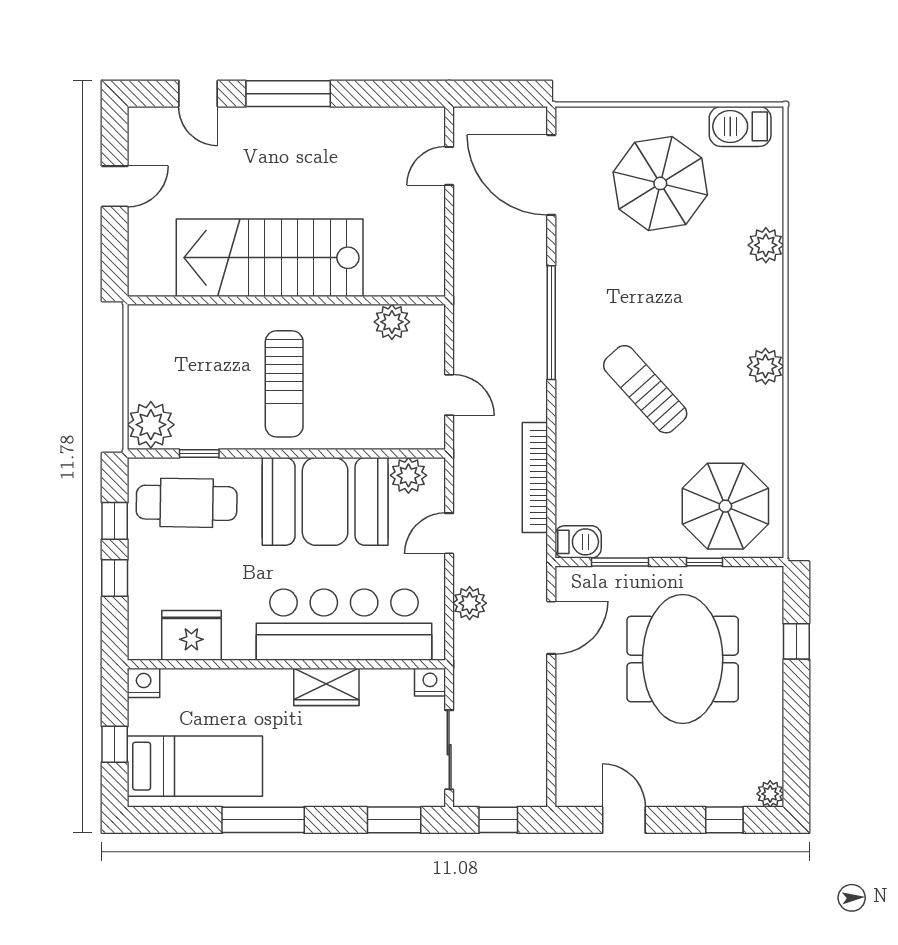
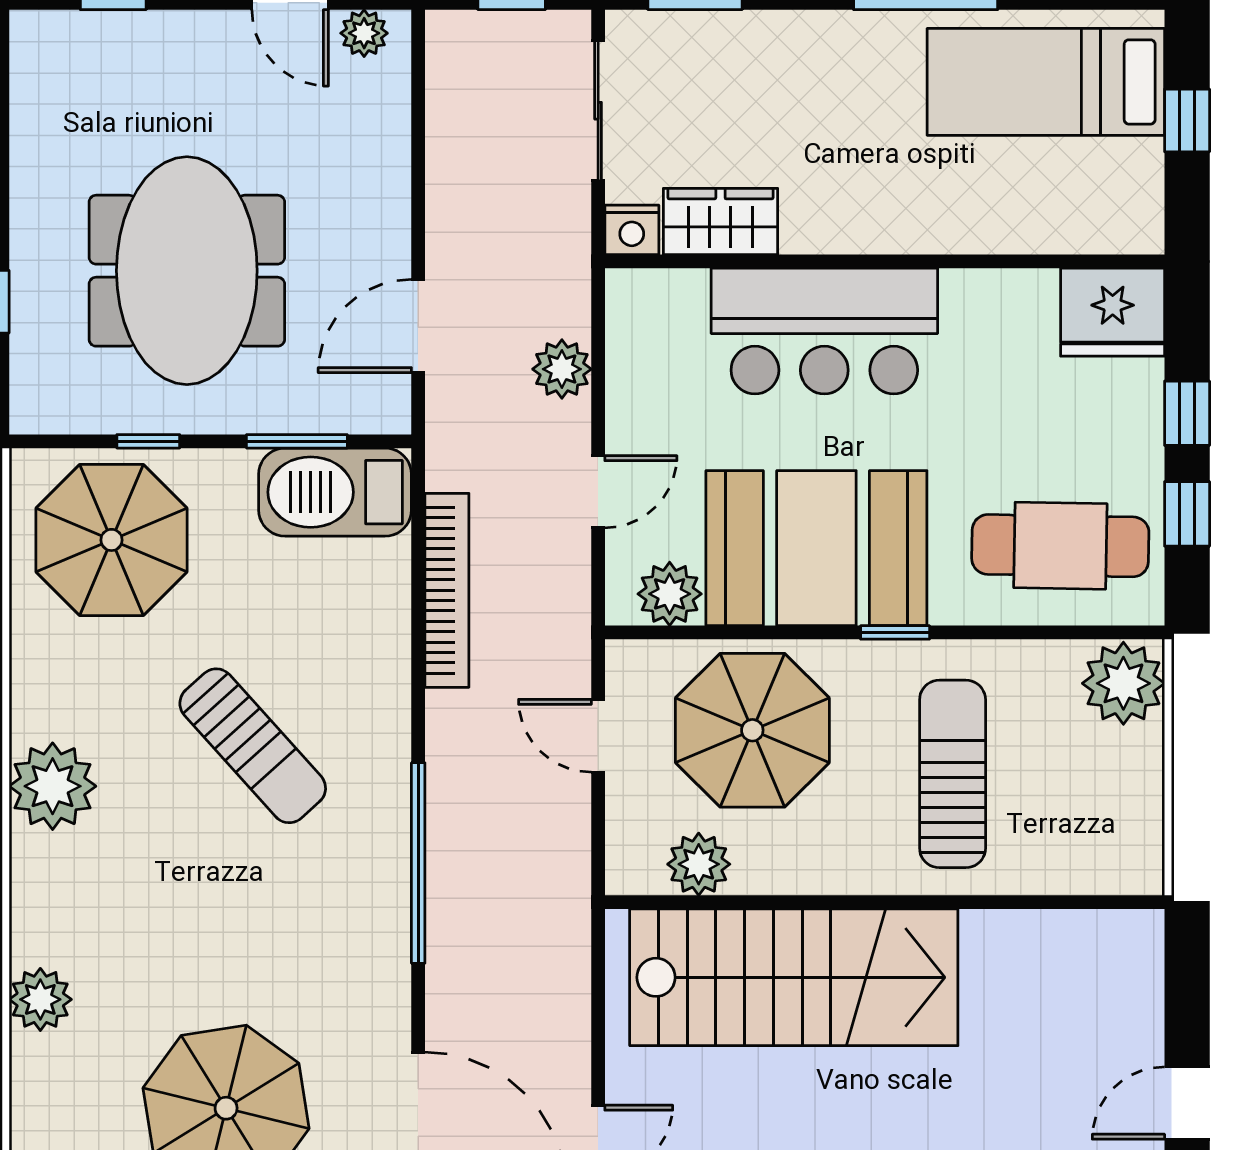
stairs: (270, 258) -> (794, 977), moved
plant: (765, 366) -> (53, 786), width x1.36, depth x1.36
sun lounger: (284, 384) -> (953, 774), moved
parasol: (361, 398) -> (752, 730), added
window: (199, 454) -> (895, 632), moved
barbecue: (578, 542) -> (335, 492), width x1.88, depth x1.53
bar counter: (344, 625) -> (824, 331), width x0.73
fridge: (191, 635) -> (1113, 312), moved
nightstand: (144, 683) -> (1136, 229), removed
wardrobe: (326, 687) -> (720, 222), moved
plant: (770, 794) -> (364, 33), moved

